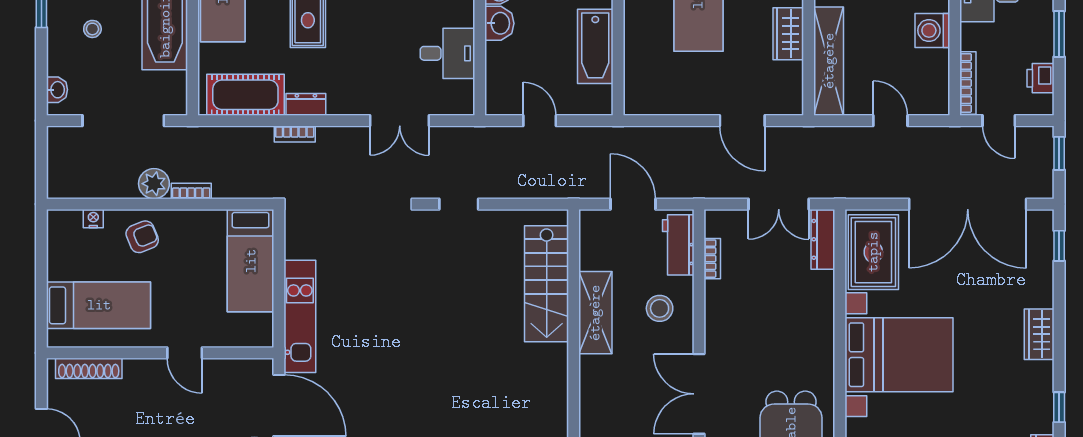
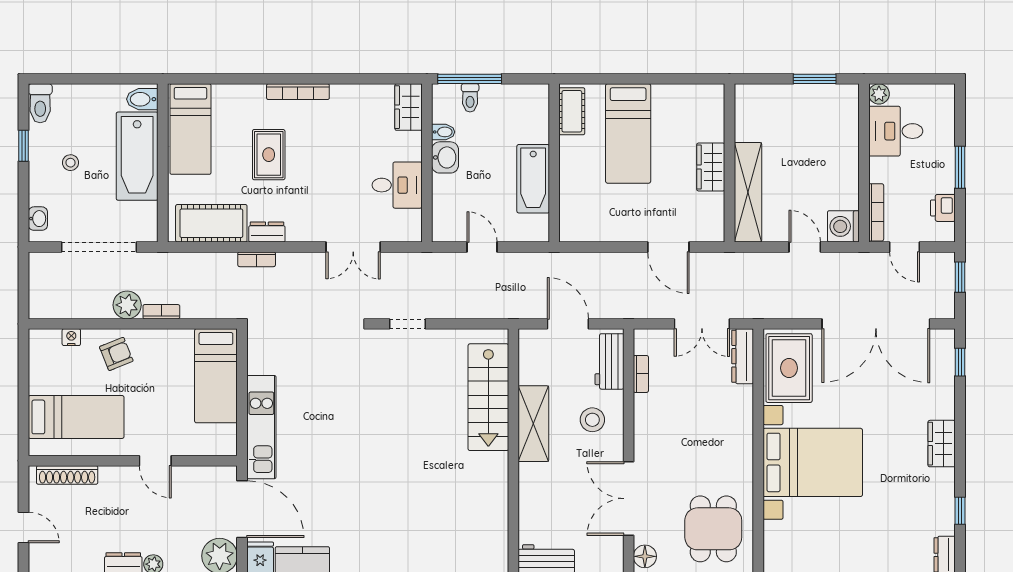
washing machine: (932, 30) -> (843, 226), moved

